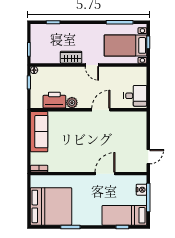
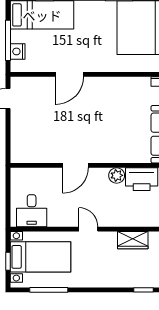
wardrobe: (71, 57) -> (133, 240), moved
desk: (135, 96) -> (32, 211), moved, turned -90

